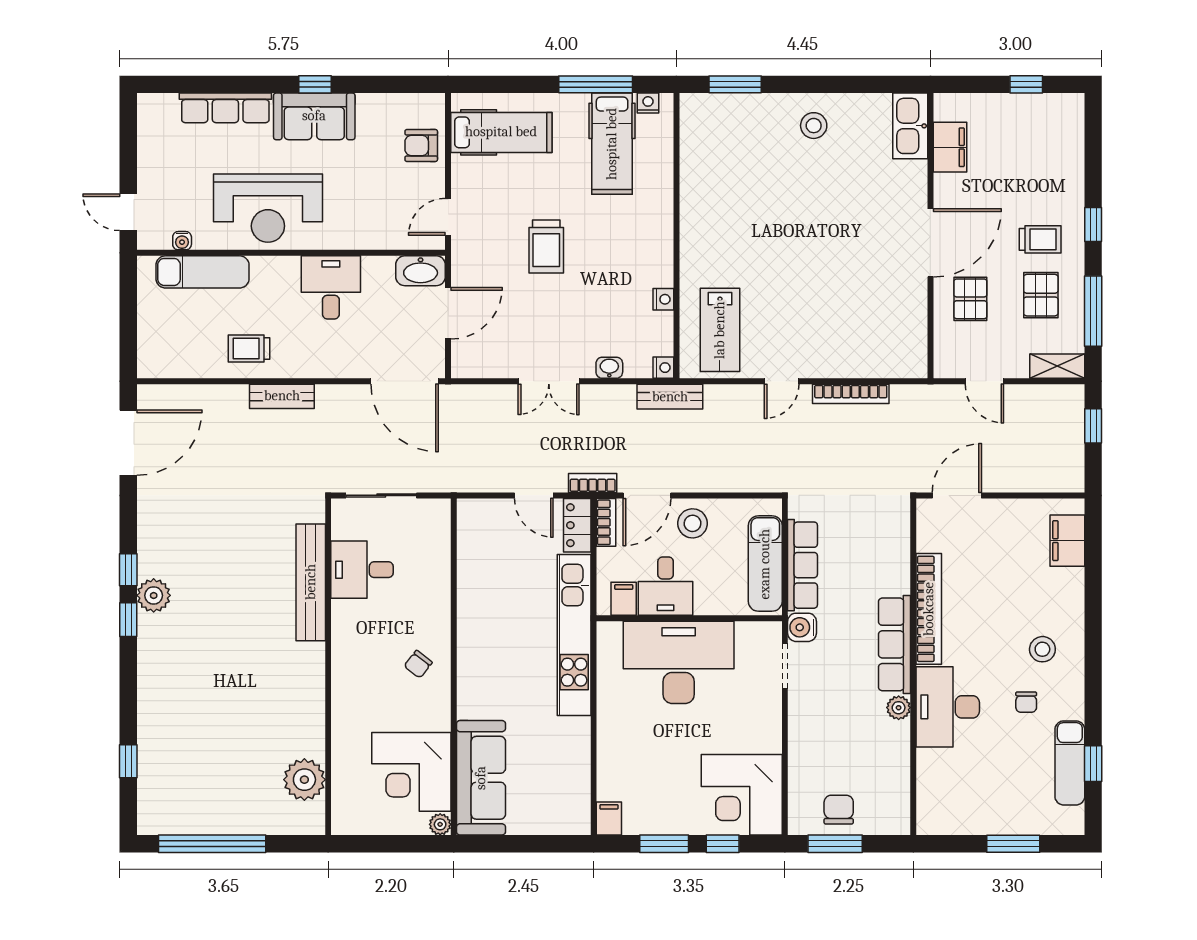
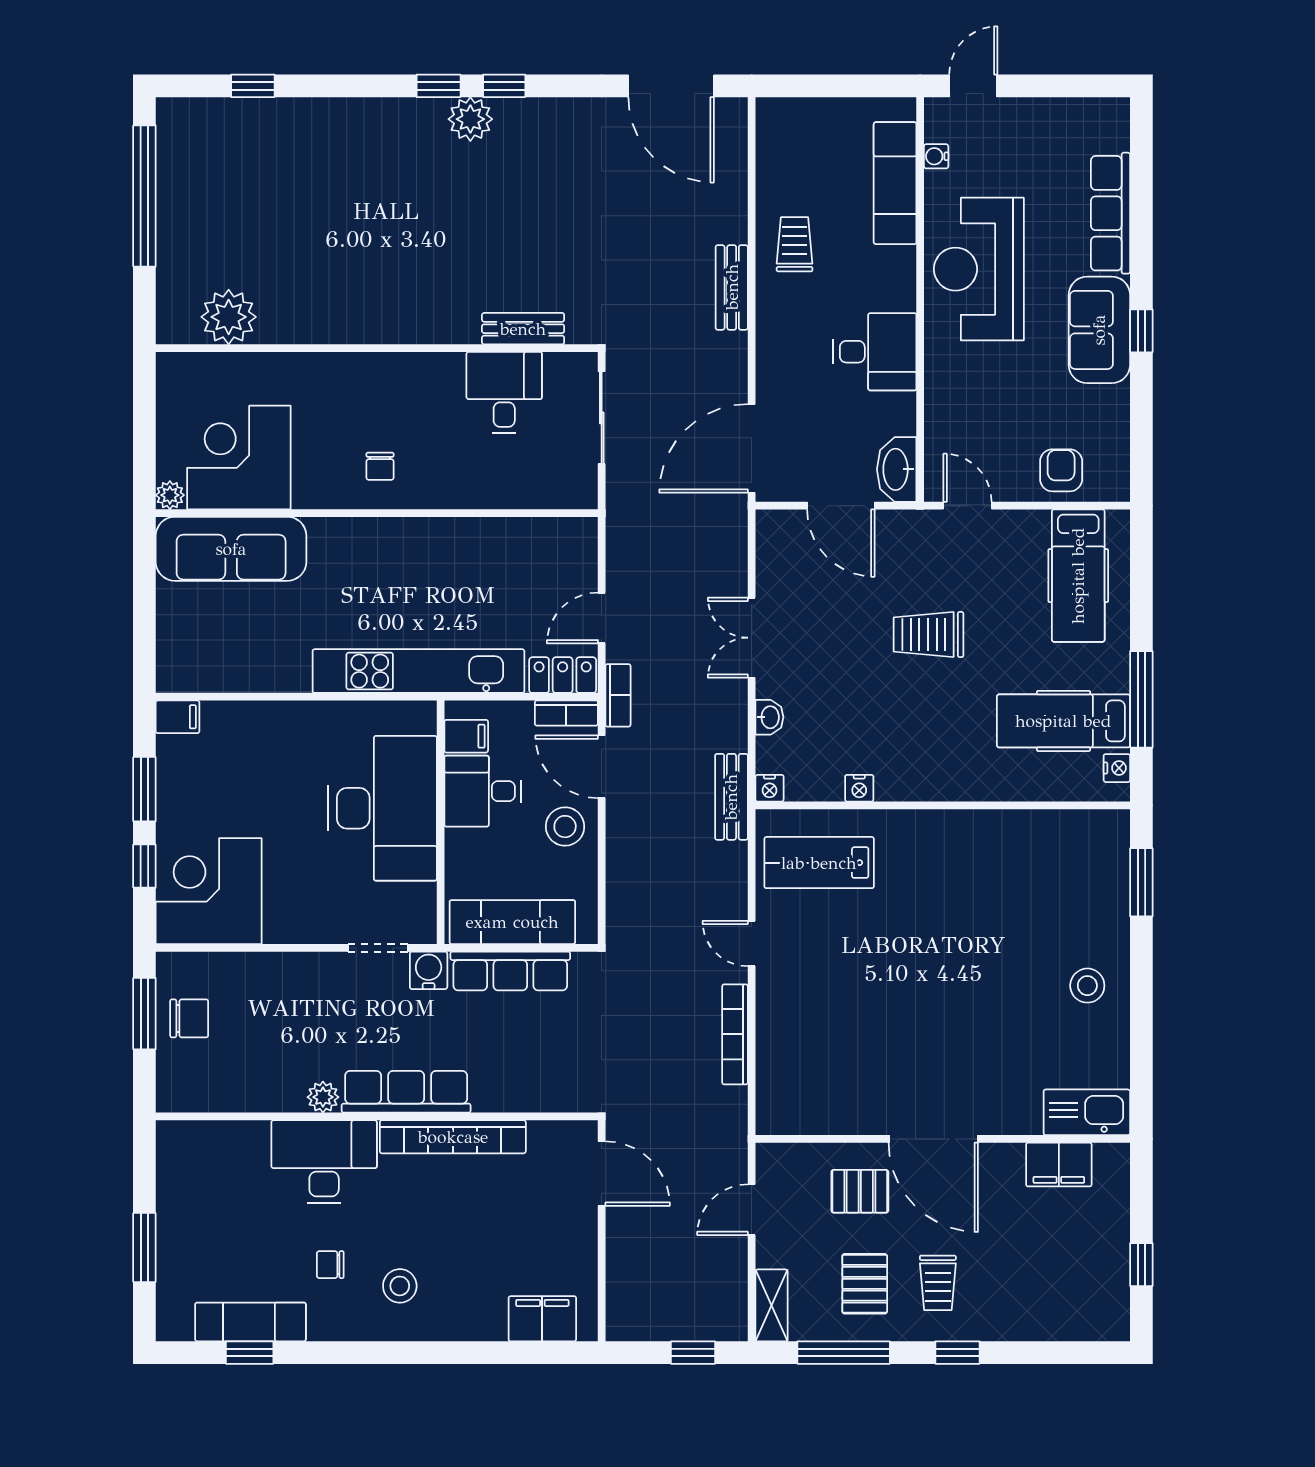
pallet: (1041, 295) -> (865, 1284), turned 90
bench: (311, 582) -> (523, 329), width x0.54, depth x0.82
chair: (418, 664) -> (380, 466), turned -128

